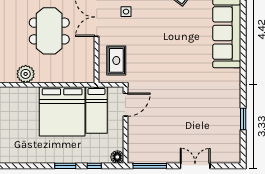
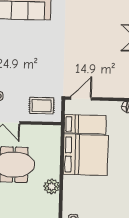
door: (125, 105) -> (81, 99), hinge flipped

